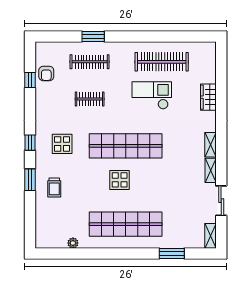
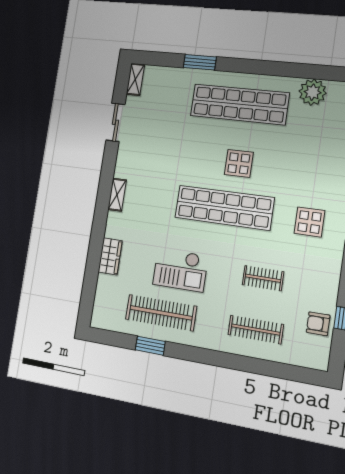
window: (93, 36) -> (150, 346), moved
armchair: (46, 73) -> (318, 324), turned -90
shelving: (211, 170) -> (122, 162), removed
trolley: (54, 188) -> (329, 164), removed
plant: (73, 243) -> (313, 92), width x1.88, depth x1.88
window: (172, 254) -> (200, 62), moved

